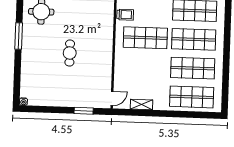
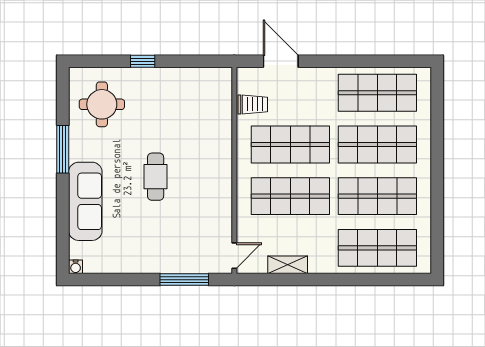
sofa: (30, 65) -> (85, 201), added
shop shelf: (144, 66) -> (290, 196), added
window: (84, 111) -> (184, 280), width x1.44

